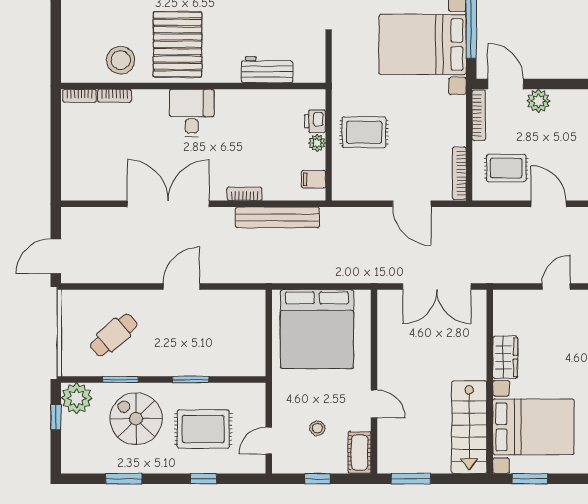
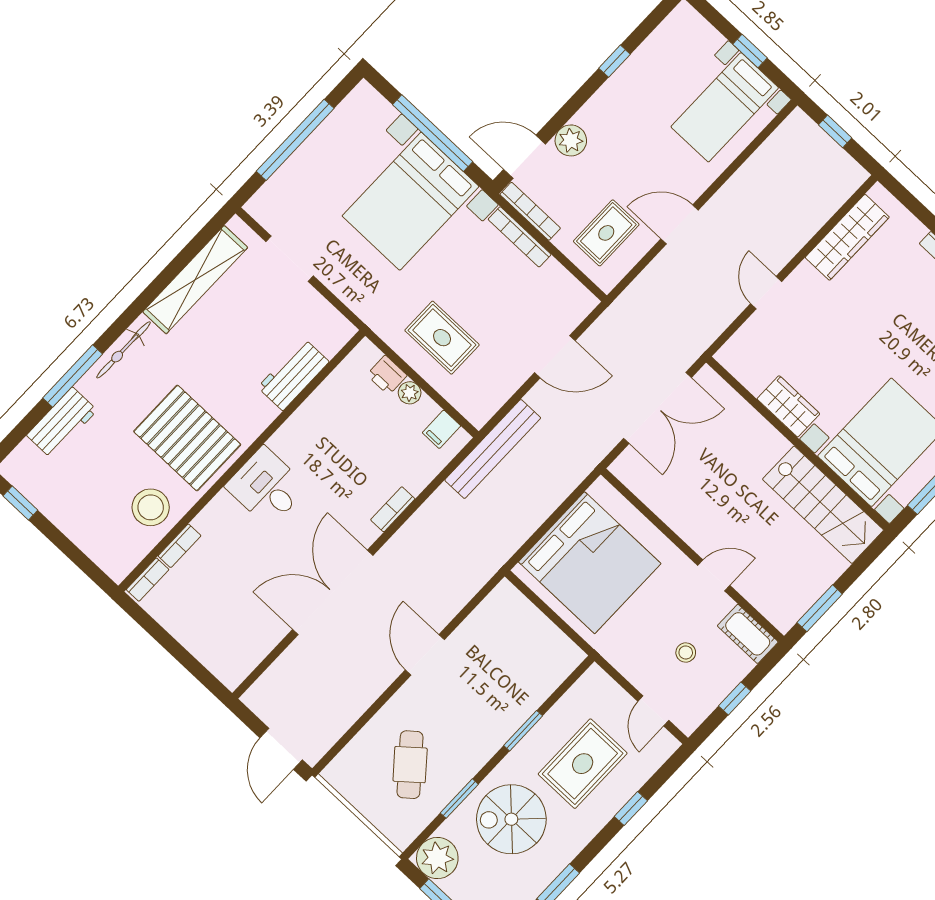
rug: (364, 132) -> (442, 338), turned 90
bookcase: (459, 173) -> (520, 237), moved
bench: (278, 217) -> (493, 449), moved

